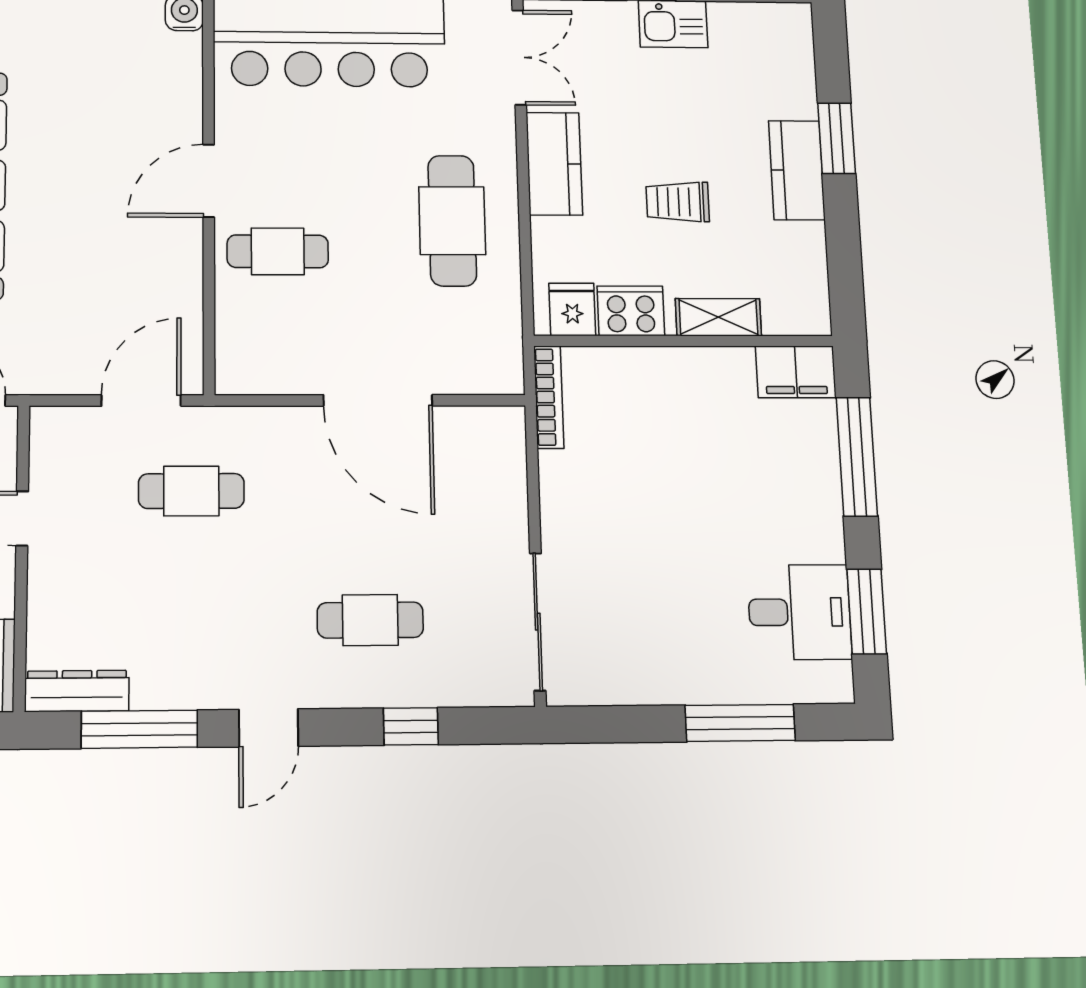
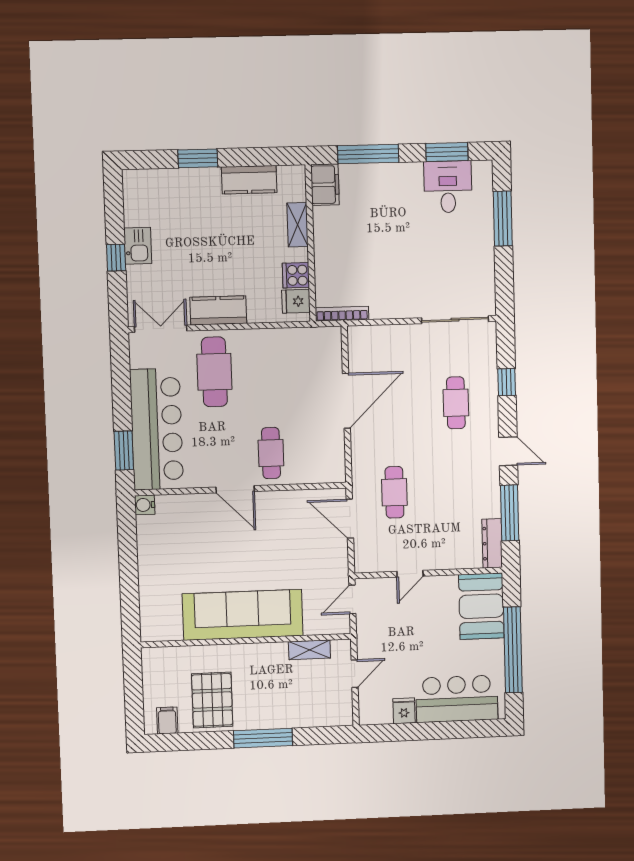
kitchen counter: (797, 170) -> (249, 180), moved
trolley: (678, 202) -> (236, 245), removed
cafe table: (452, 221) -> (214, 372), moved, turned 90
cooker: (631, 311) -> (296, 275), width x0.73

